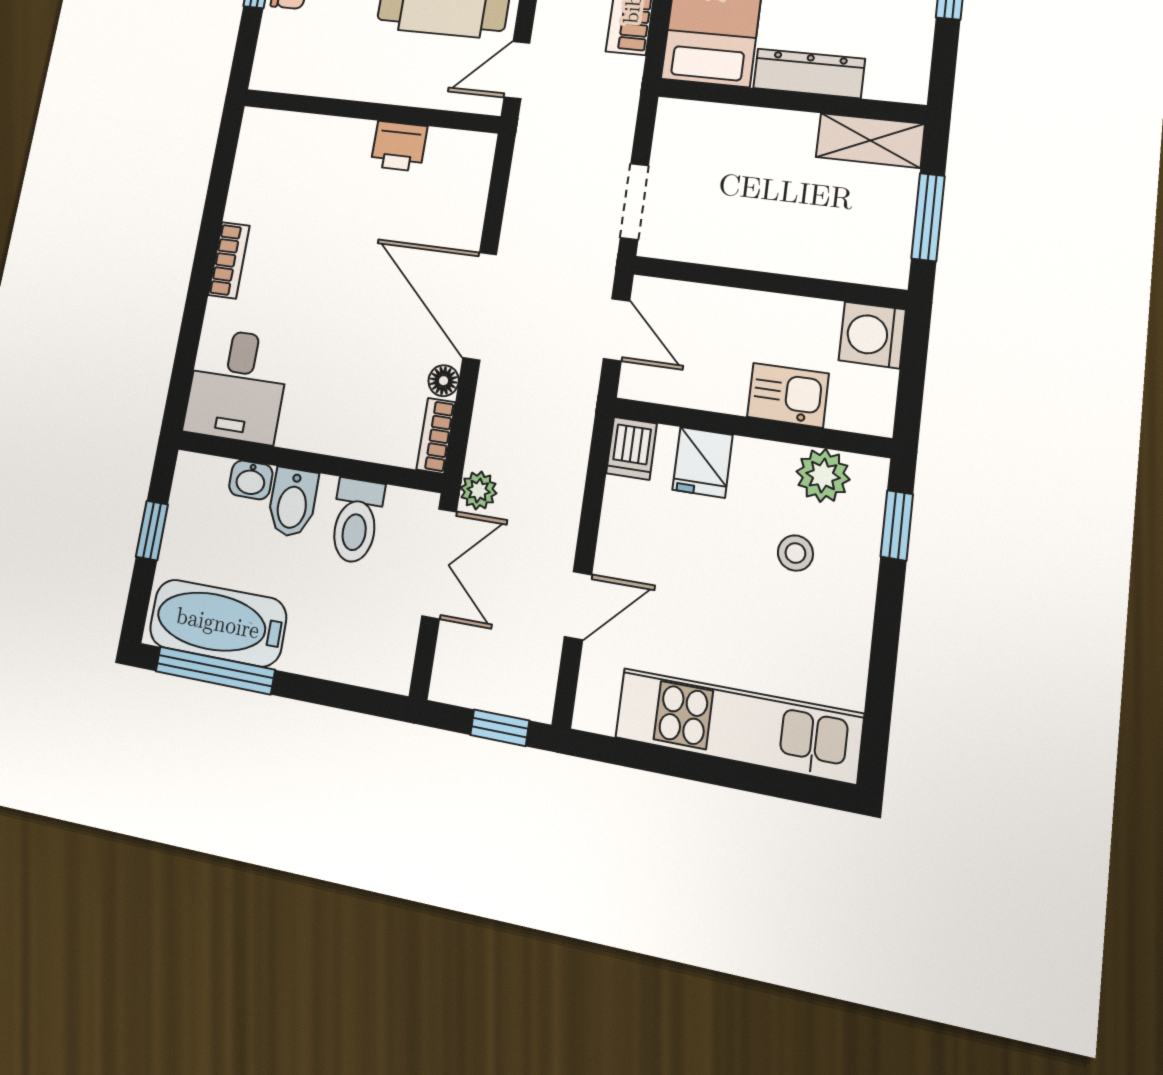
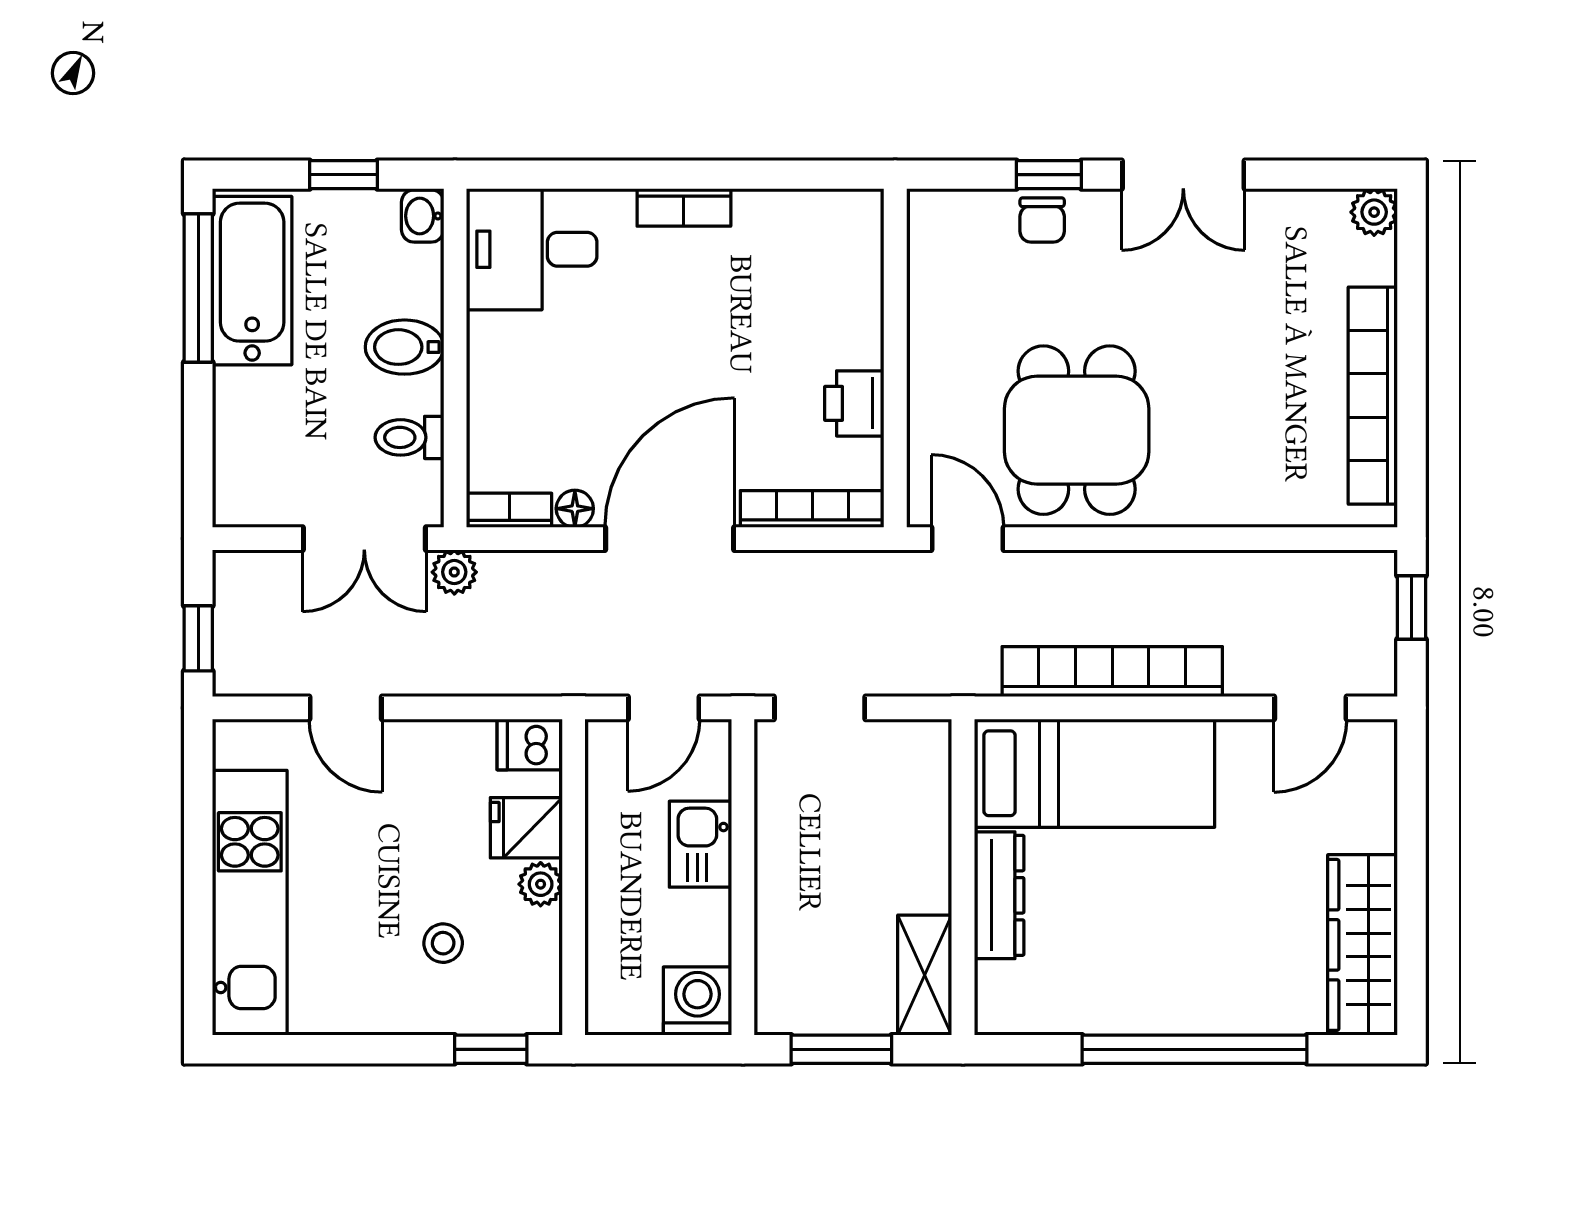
bookcase: (475, 189) -> (812, 509), added
kitchen sink: (788, 395) -> (700, 844), moved, turned 180
plant: (823, 475) -> (541, 884), moved, width x0.73, depth x0.73
washbasin: (251, 480) -> (423, 216), moved
toilet: (356, 521) -> (409, 437), width x0.73, depth x0.72

